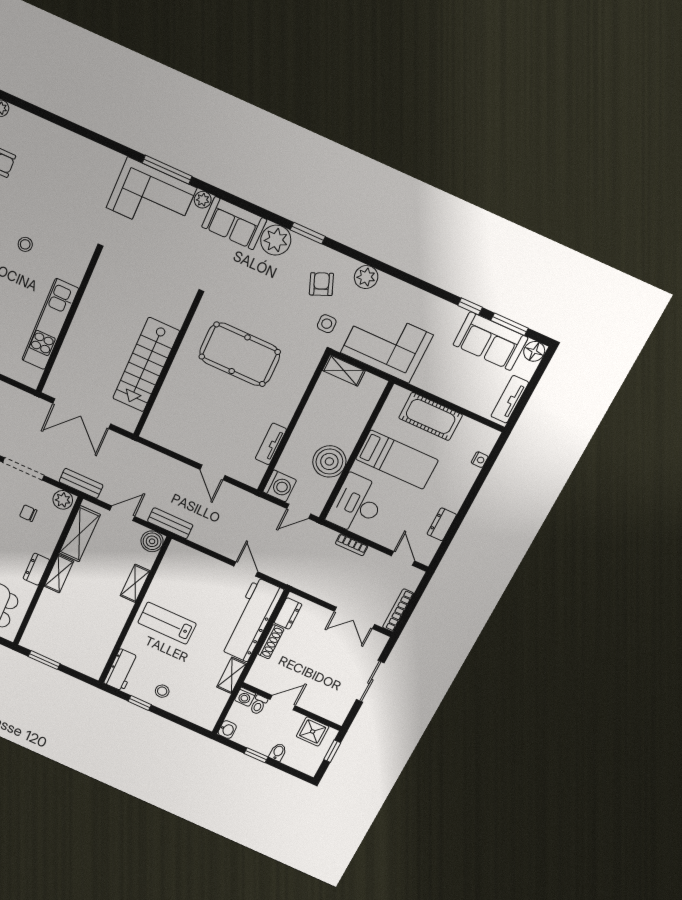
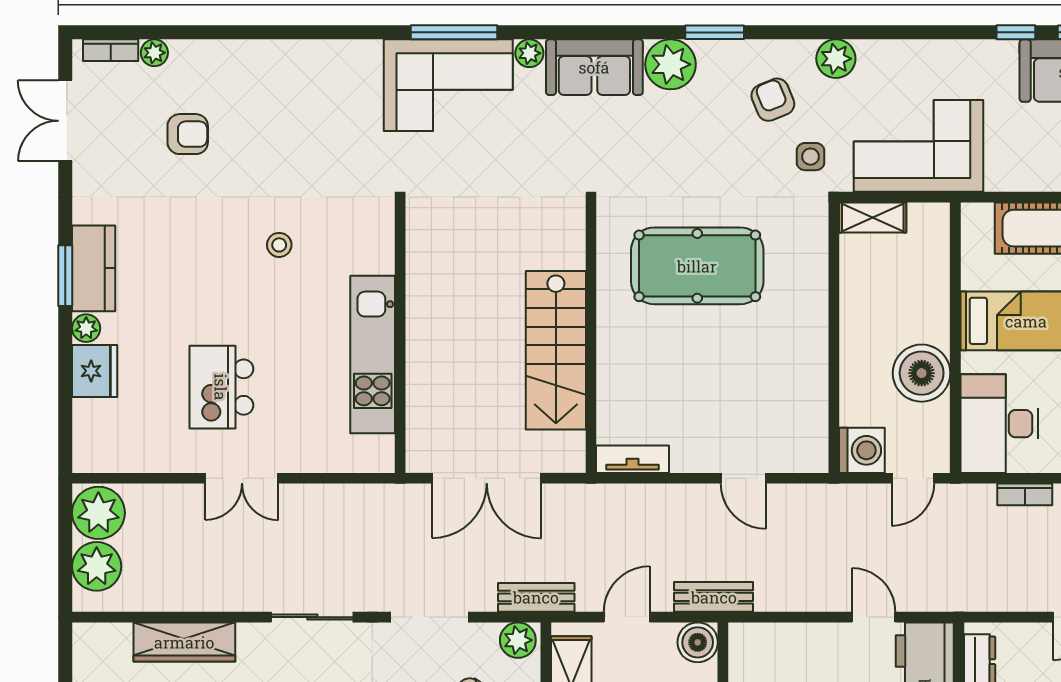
tv unit: (271, 444) -> (633, 459), moved, turned 90

